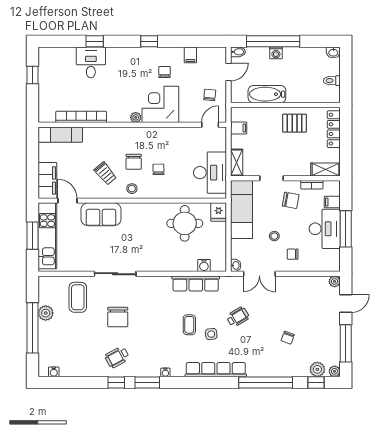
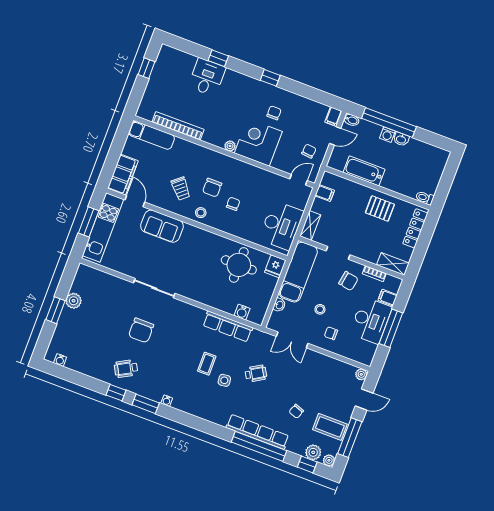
washbasin: (333, 52) -> (401, 139), moved
filing cabinet: (190, 55) -> (333, 117), moved
toilet: (332, 81) -> (425, 198), moved
washbasin: (236, 265) -> (279, 305), moved
coffee table: (78, 297) -> (330, 427), moved, turned 90
window: (32, 328) -> (56, 310), width x0.47
row of seats: (216, 370) -> (257, 432), moved

